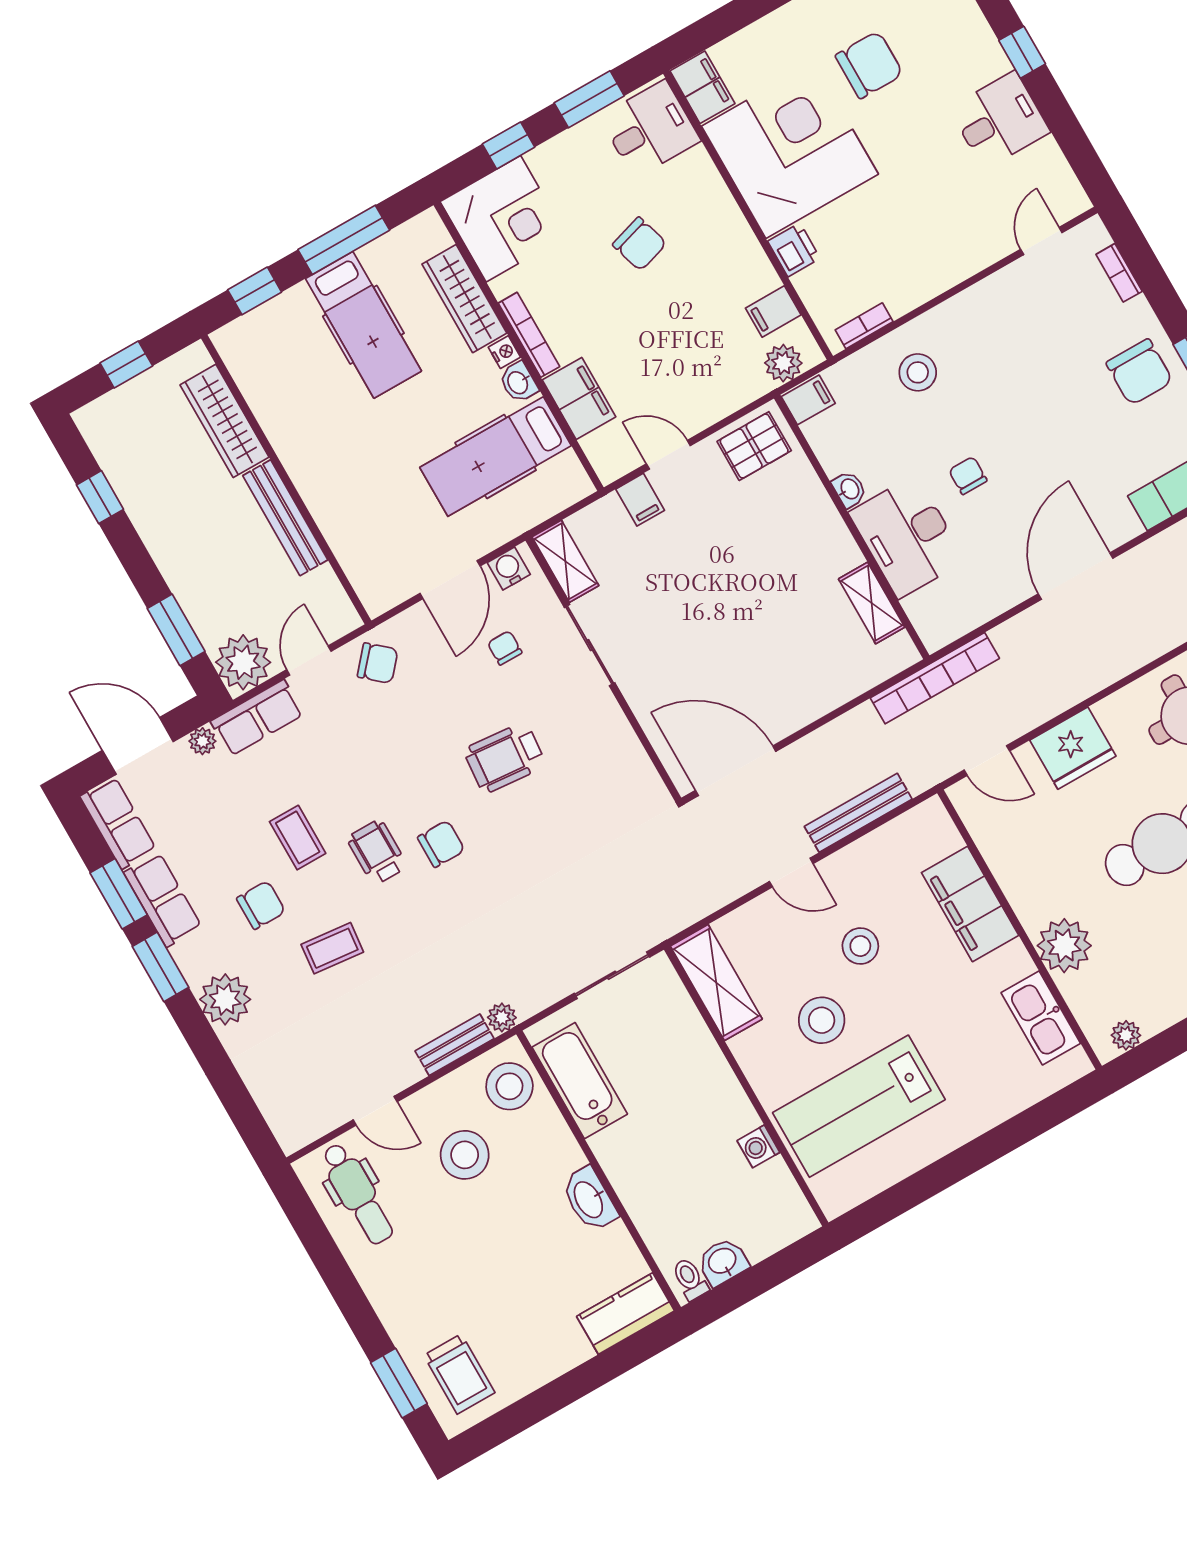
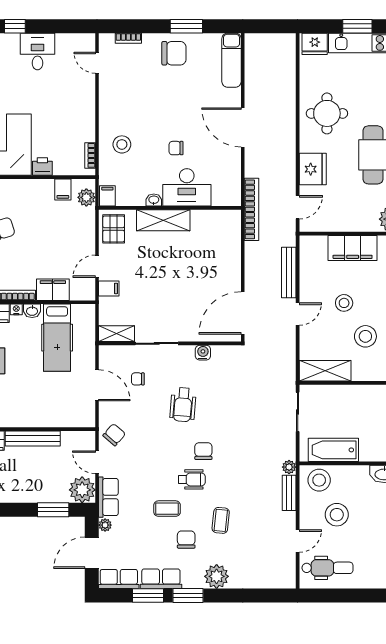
water cooler: (509, 569) -> (203, 353), moved, turned 90
shelving: (872, 603) -> (163, 220), moved, width x1.50, depth x1.33
wheelchair: (377, 852) -> (192, 479), turned 180

